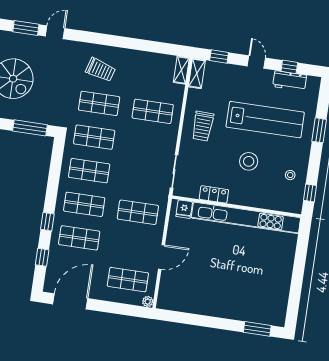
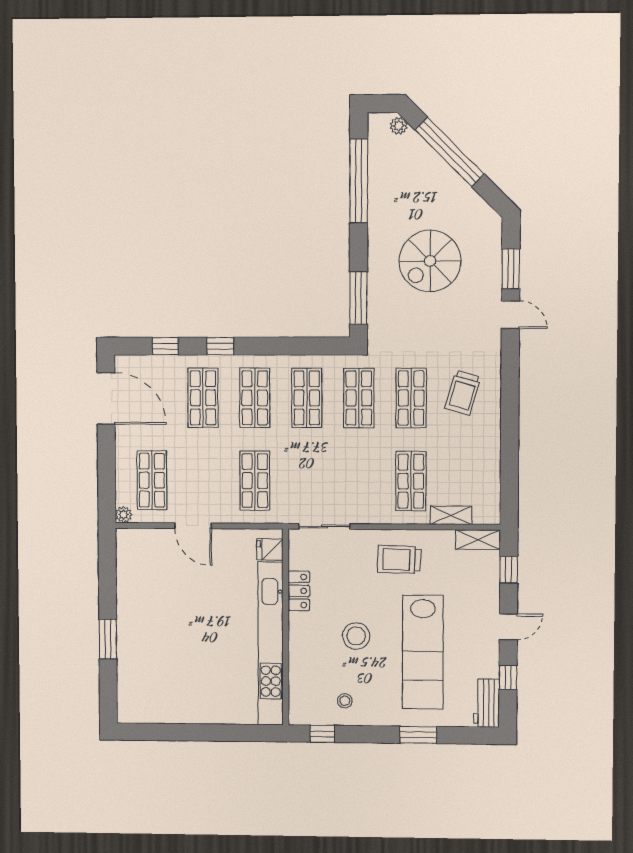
shelving: (181, 70) -> (451, 515), moved
workbench: (290, 81) -> (487, 703), moved
window: (257, 329) -> (108, 639), moved

